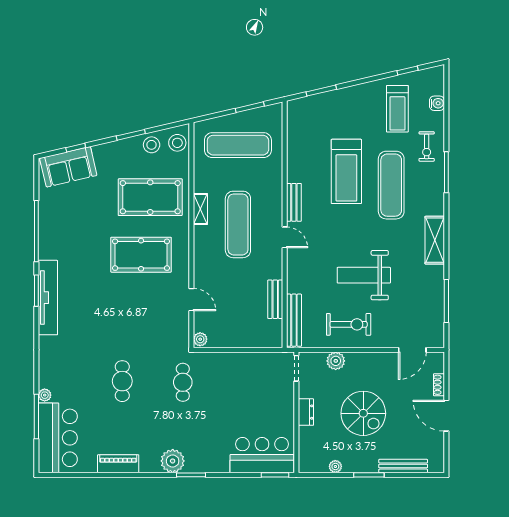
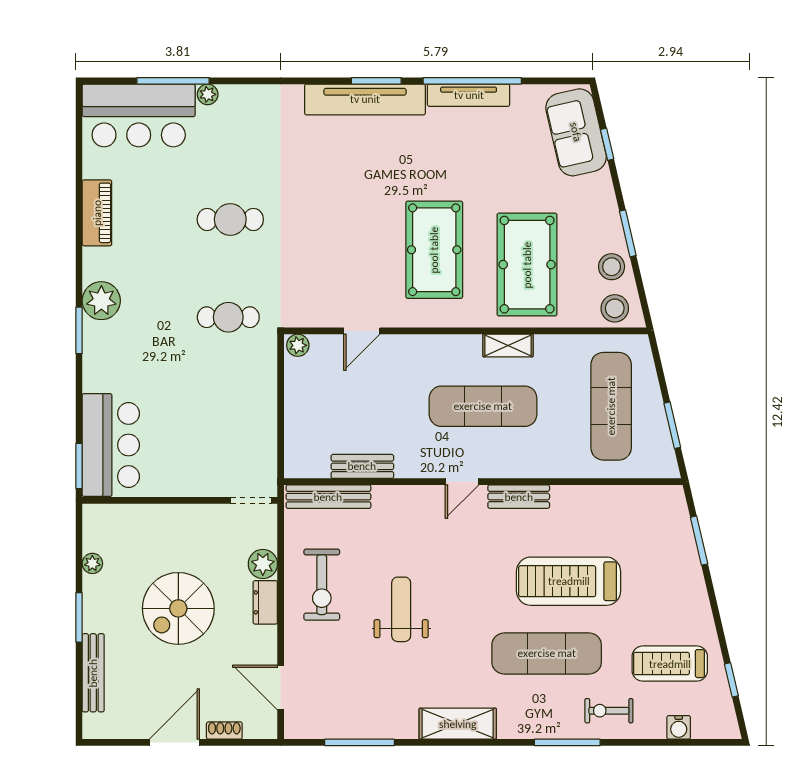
tv unit: (45, 233) -> (469, 95), added
weight bench: (364, 275) -> (401, 609), width x0.73, depth x0.75
dresser: (306, 412) -> (265, 602), moved, turned 90

